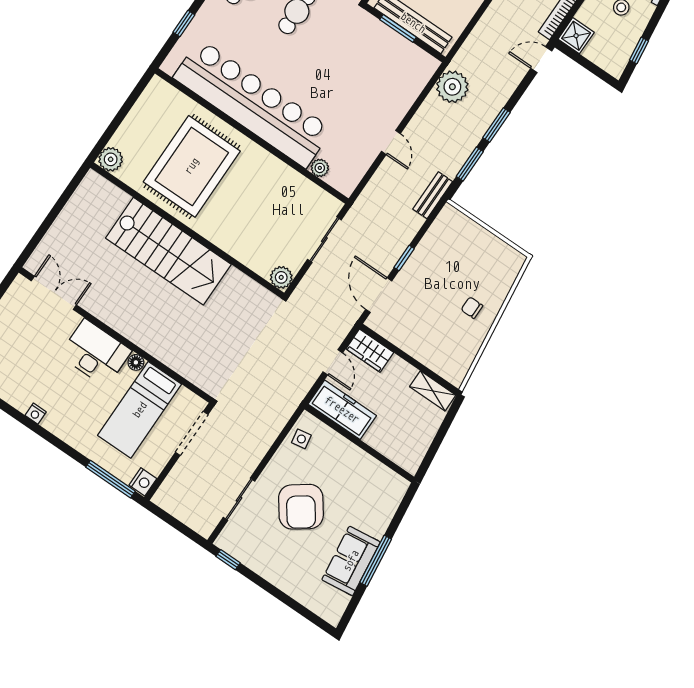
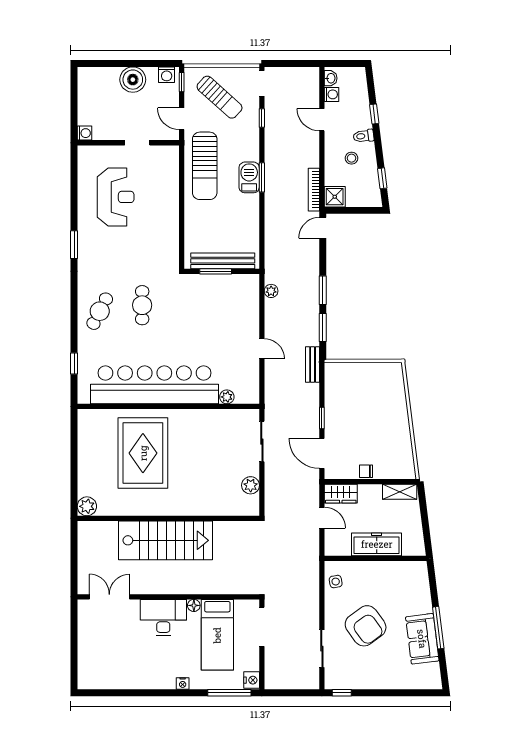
plant: (452, 87) -> (271, 291), width x0.53, depth x0.53
plant: (111, 159) -> (87, 506), moved
wall: (187, 230) -> (168, 518), moved
stairs: (168, 251) -> (165, 540), moved
chair: (472, 308) -> (366, 471), moved
freezer: (342, 410) -> (377, 544), moved
nightstand: (36, 414) -> (183, 683), moved

